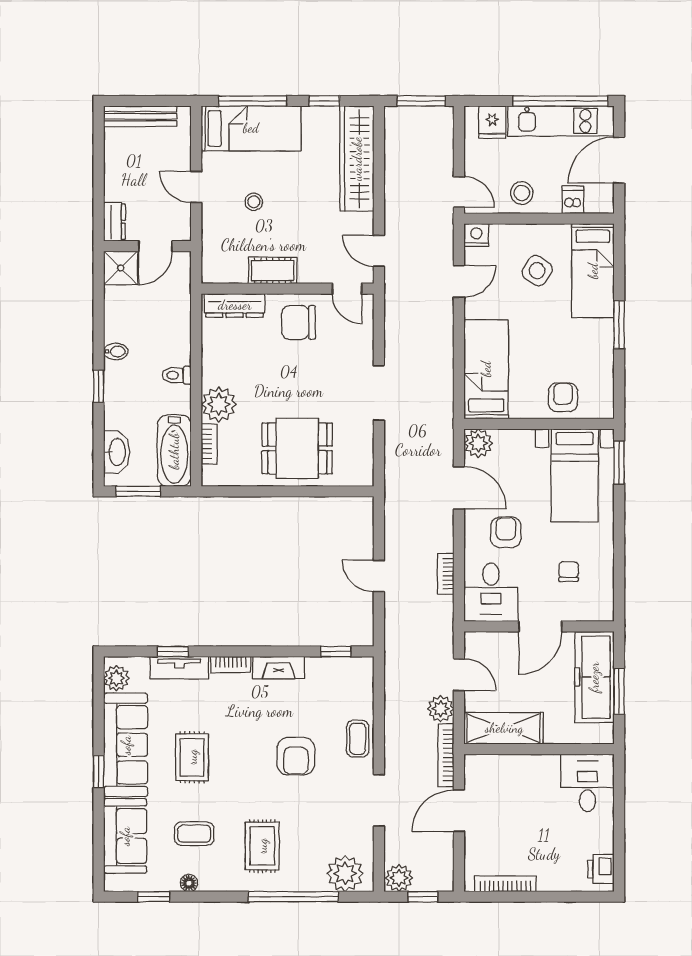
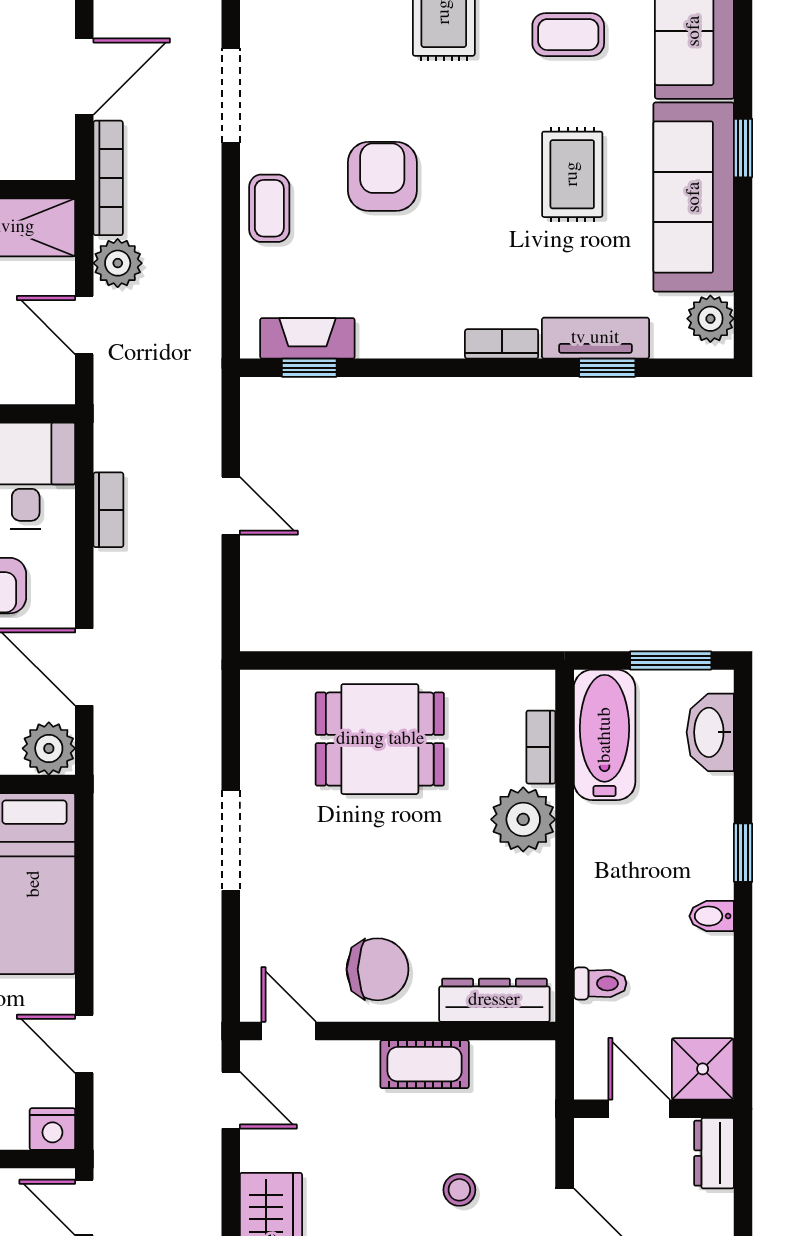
door: (155, 246) -> (639, 1109), hinge flipped
door: (459, 282) -> (84, 1044), hinge flipped
toilet: (177, 375) -> (600, 983), moved
fireplace: (279, 668) -> (307, 338), moved

